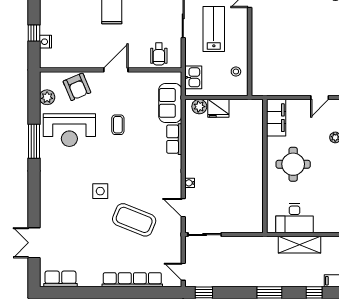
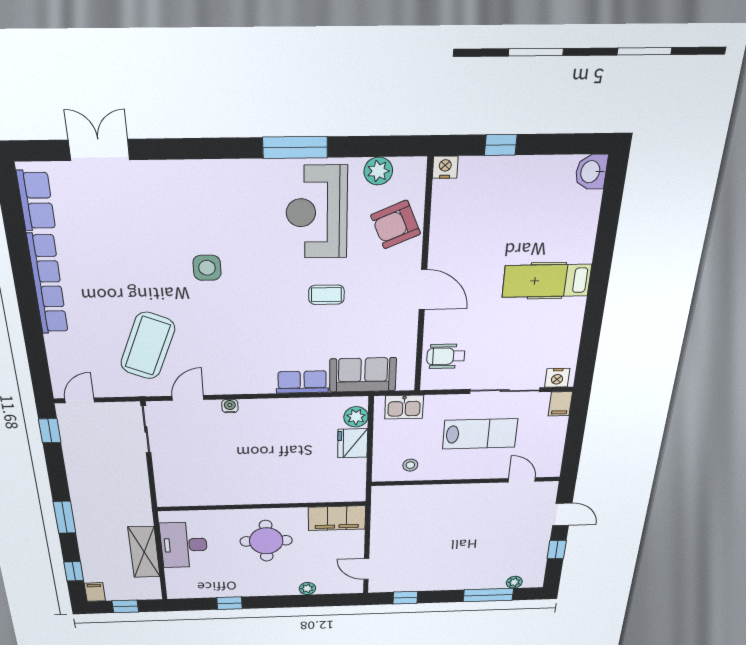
nightstand: (46, 42) -> (445, 167), moved
coffee table: (134, 220) -> (148, 346), moved
row of seats: (132, 280) -> (48, 284), moved

